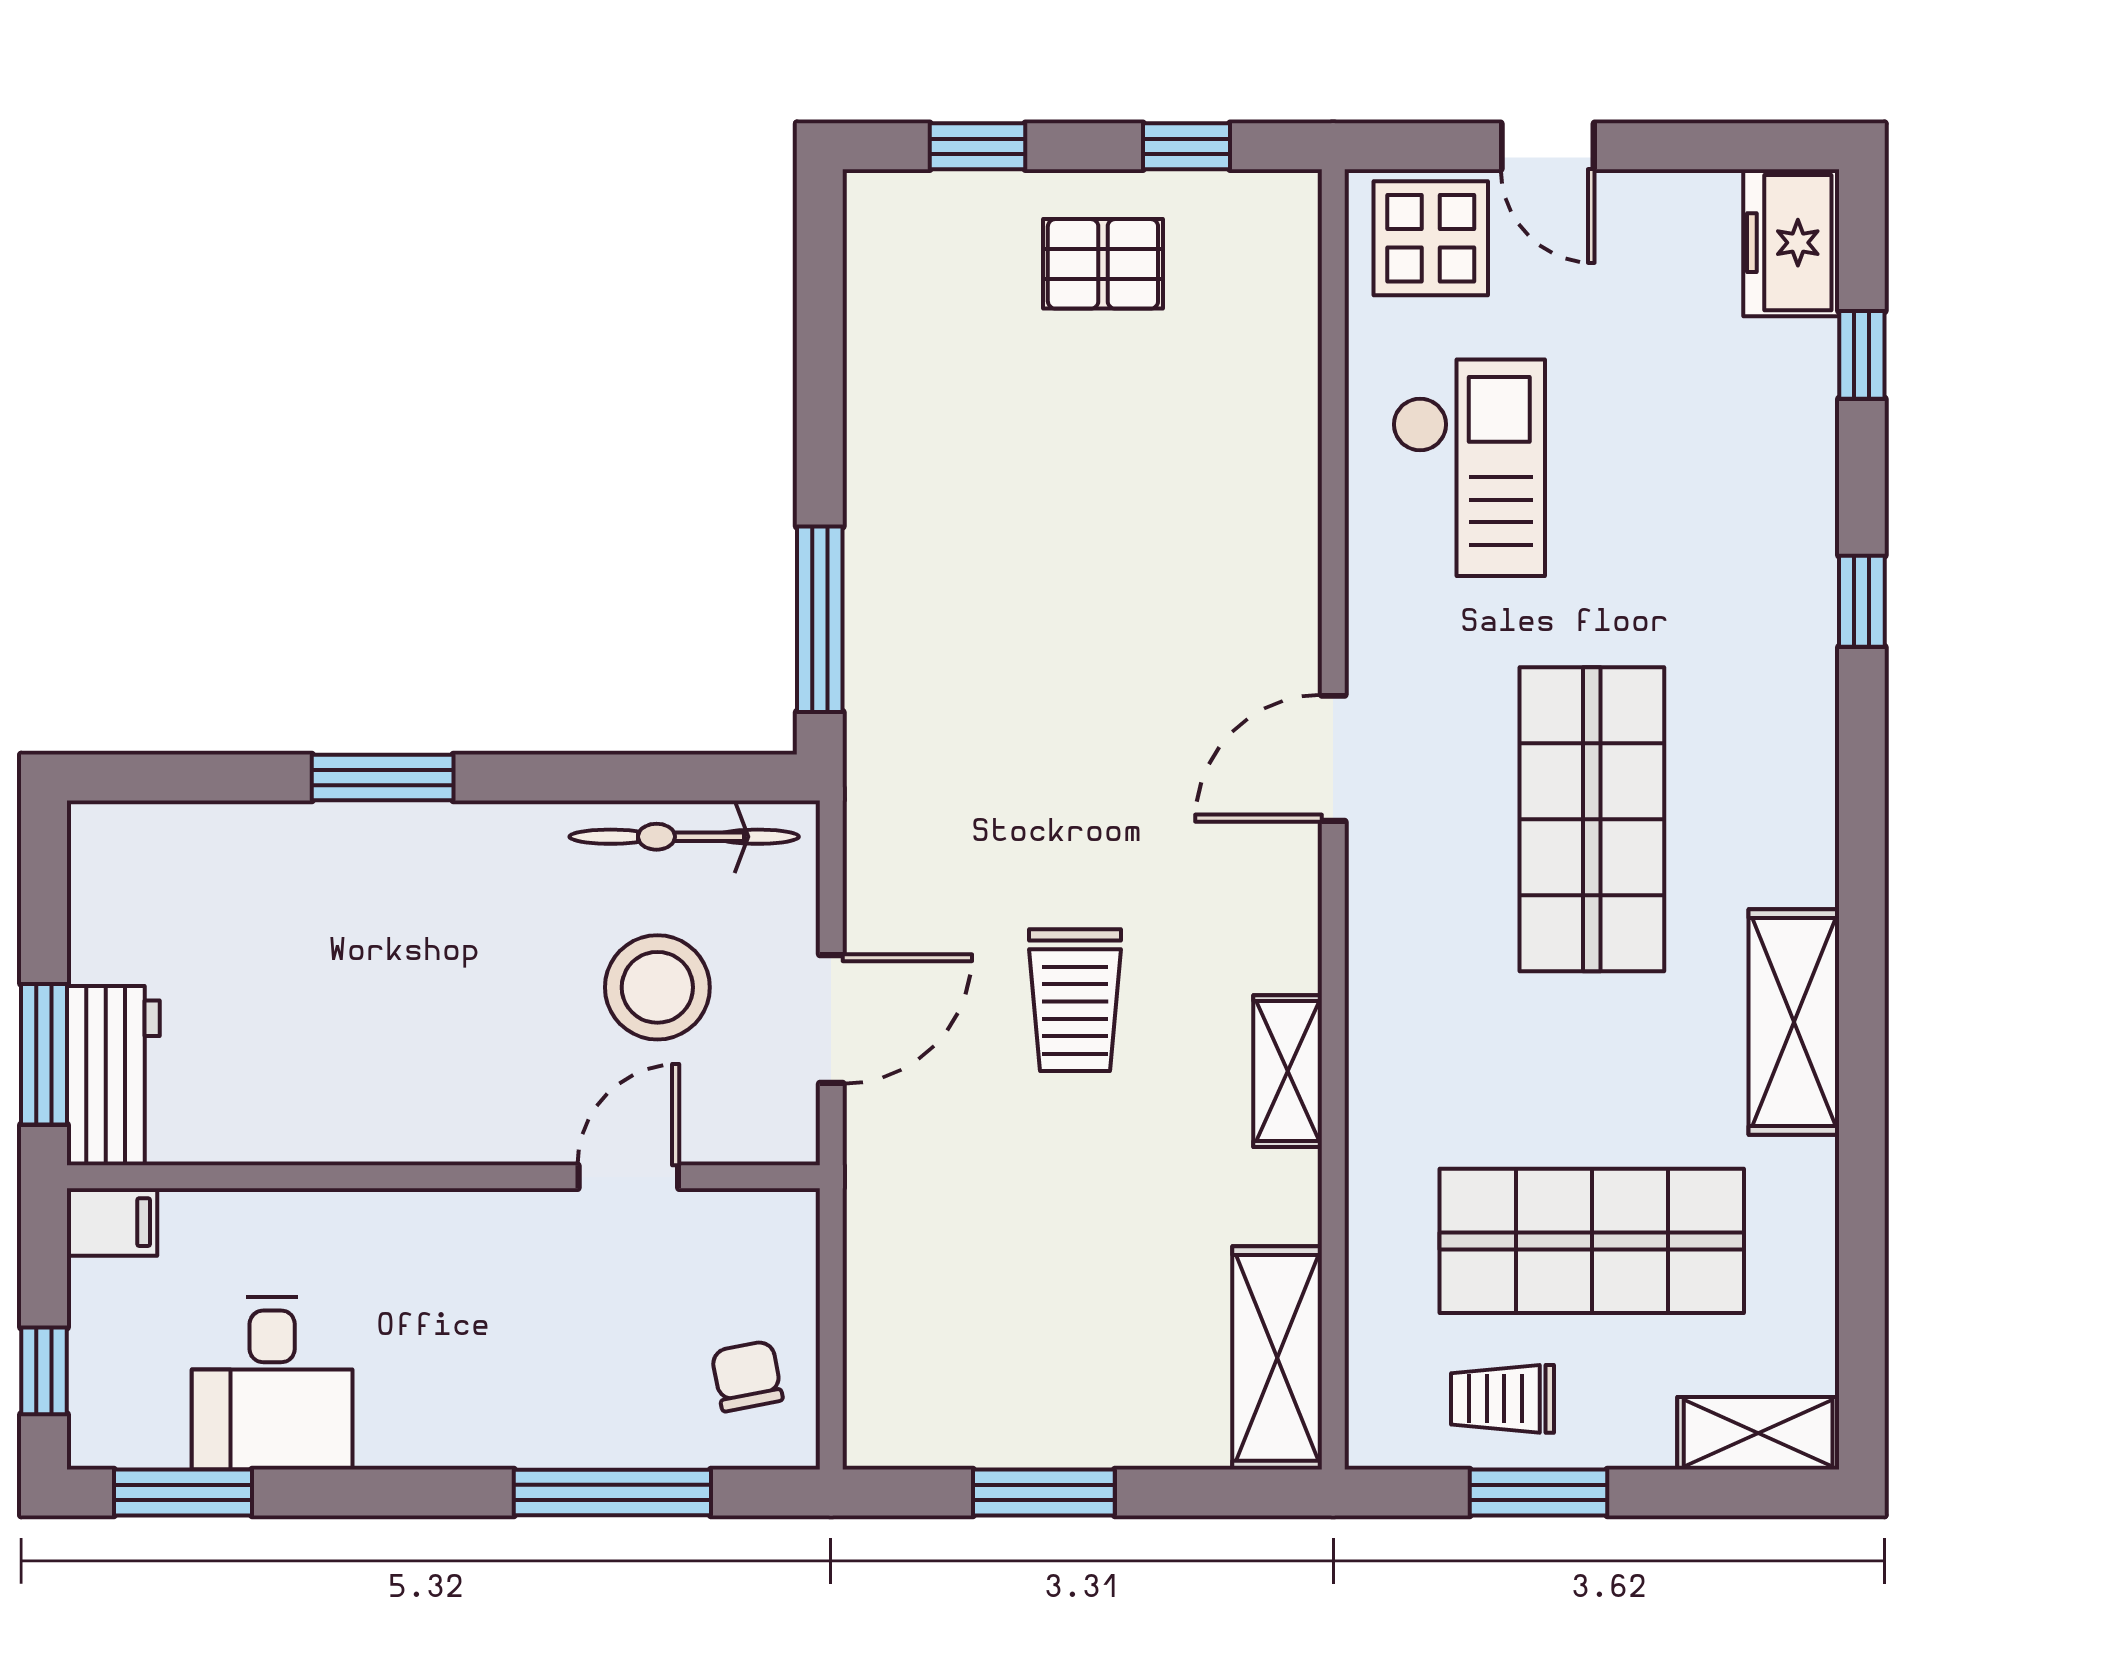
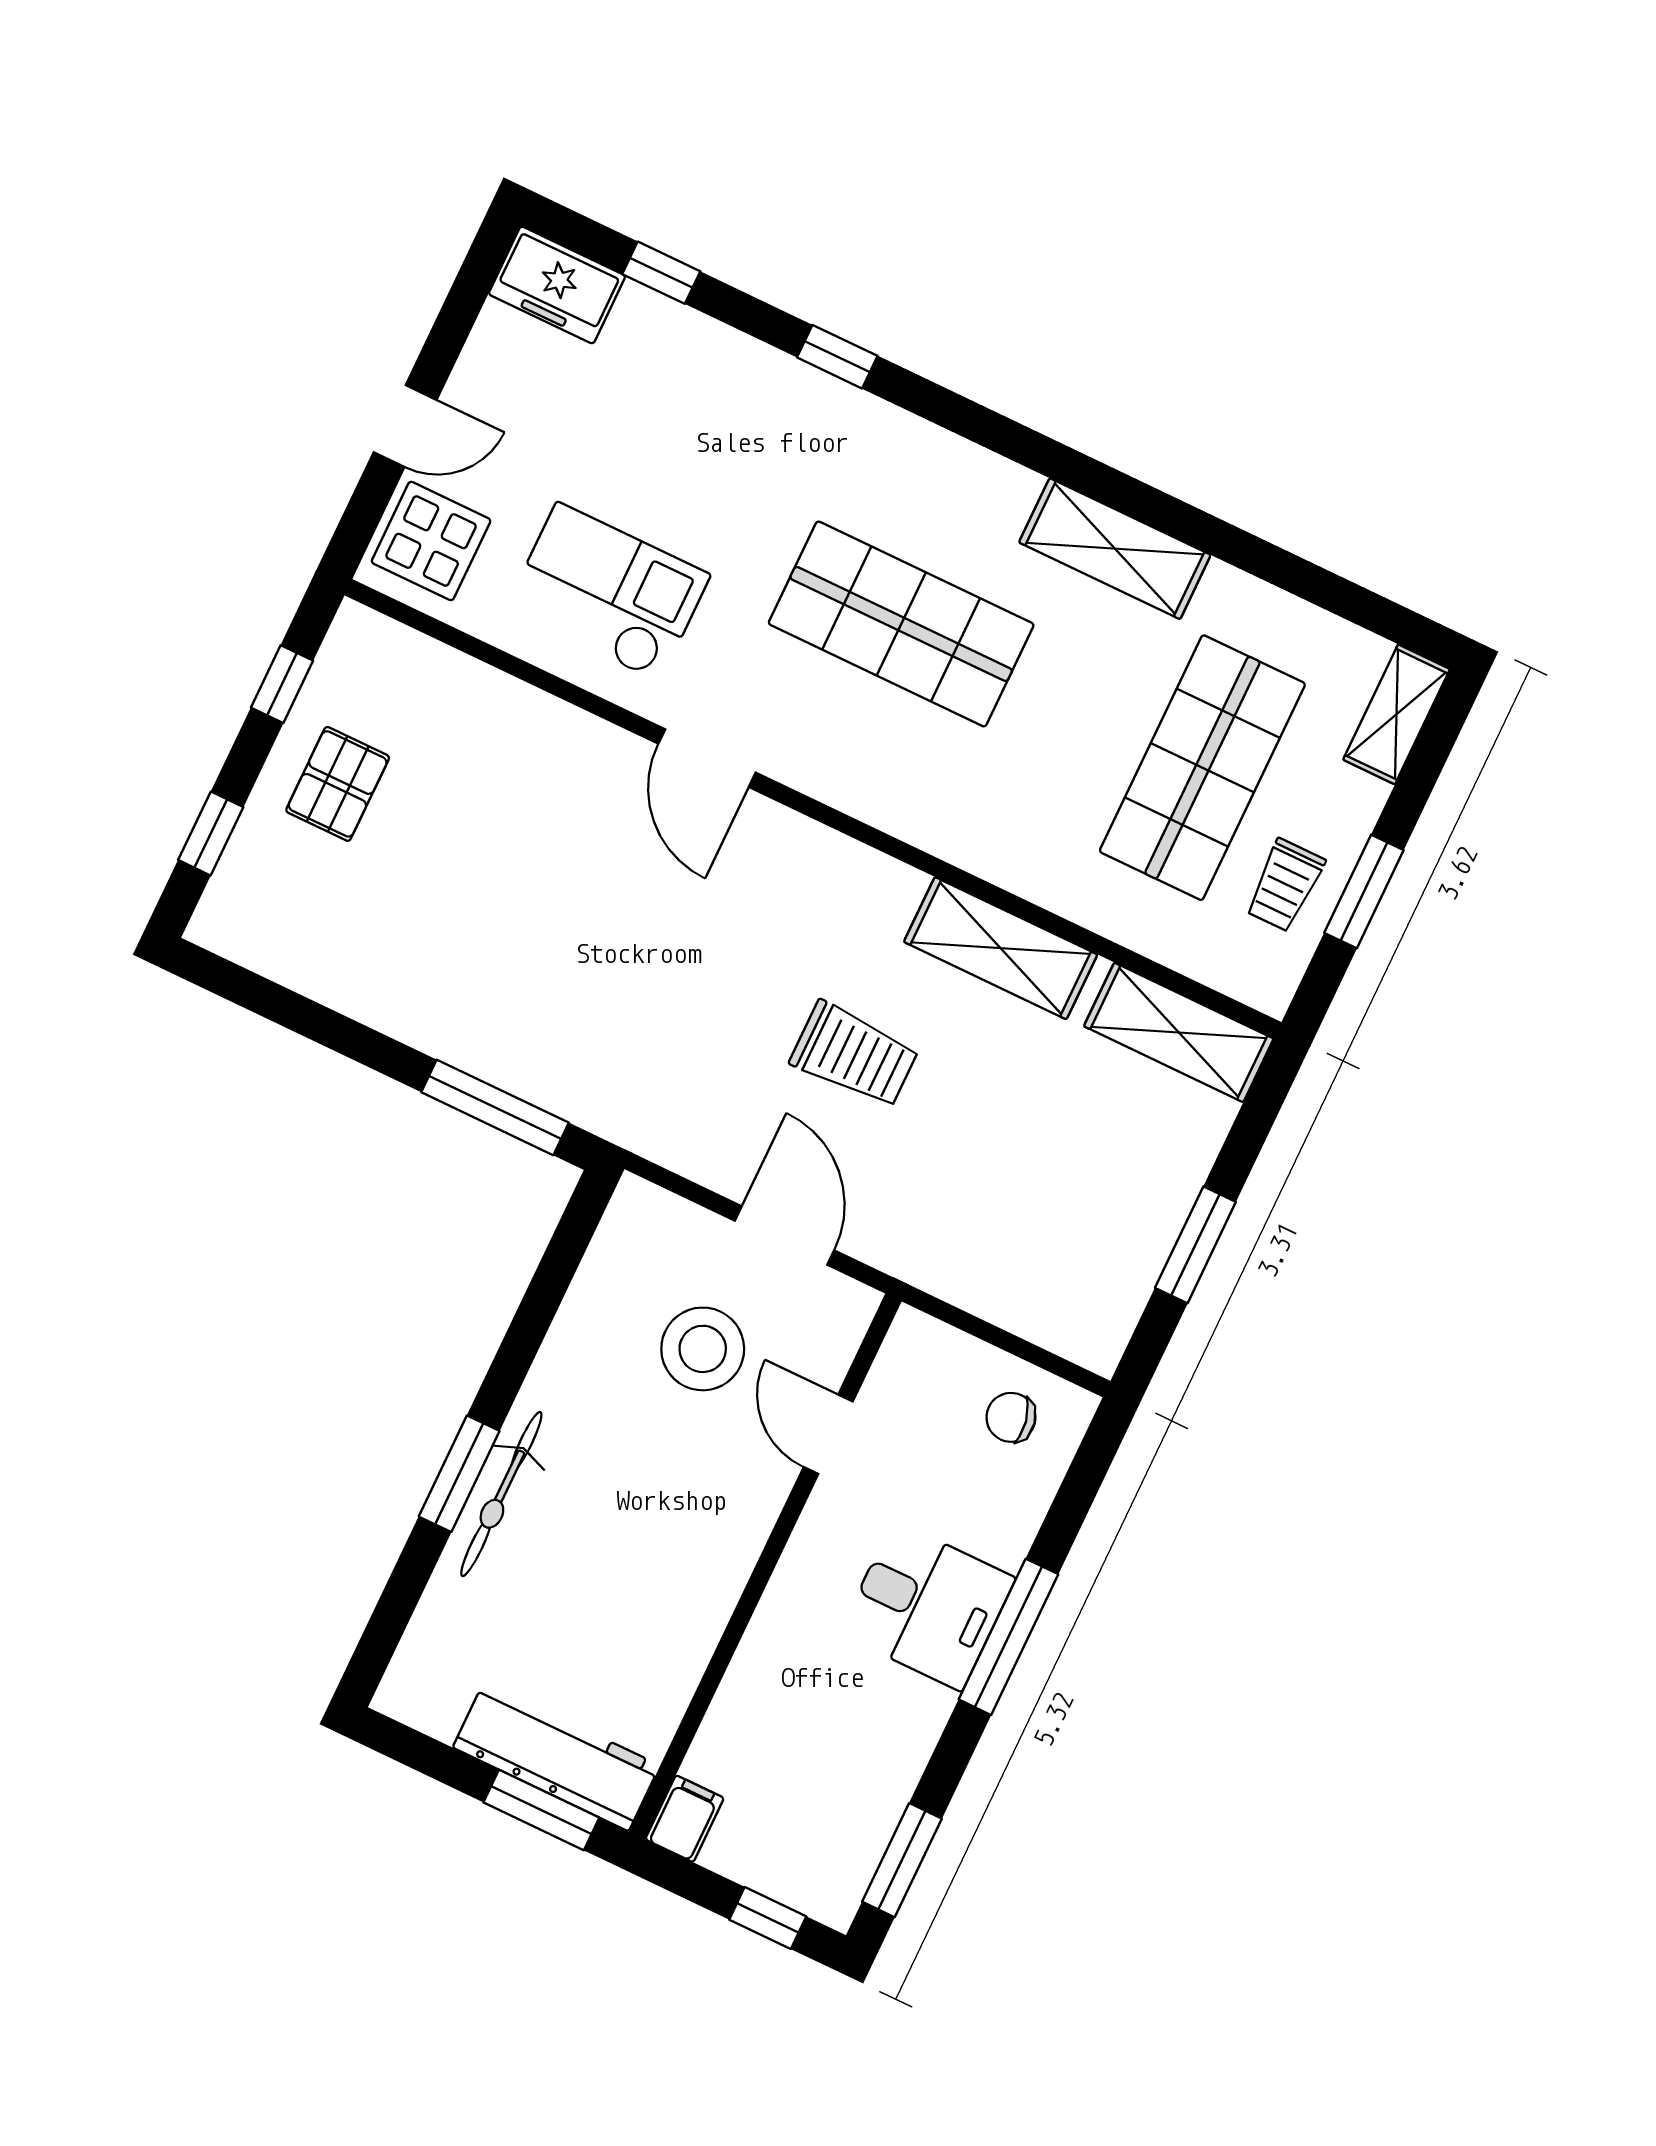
door: (1333, 758) -> (707, 758), moved
bicycle: (684, 837) -> (501, 1494), moved
shelving: (1288, 1071) -> (1001, 948), width x1.50, depth x1.33
workbench: (113, 1076) -> (556, 1756), width x1.37
desk: (272, 1383) -> (927, 1606), moved
window: (612, 1492) -> (1008, 1637), moved

